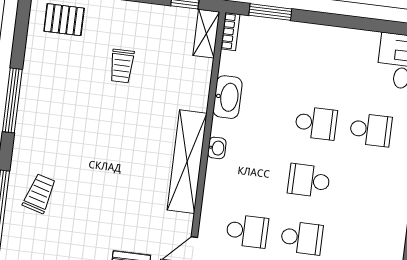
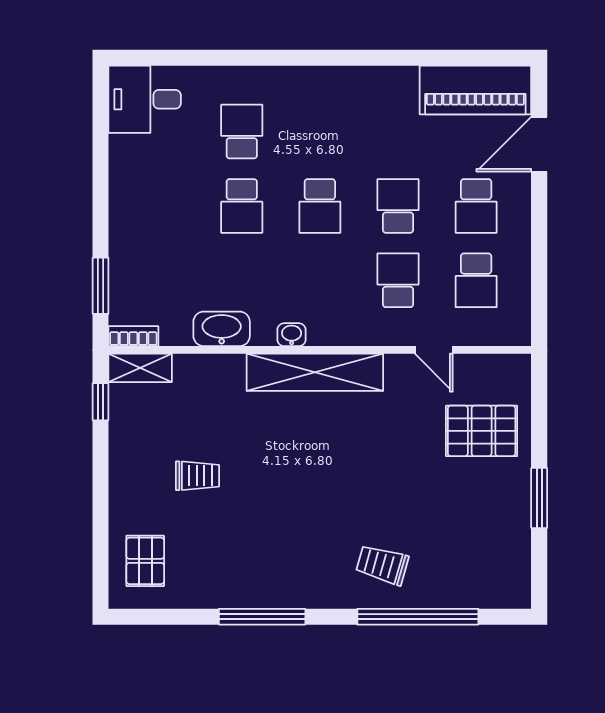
school desk: (316, 123) -> (242, 206), turned 180

